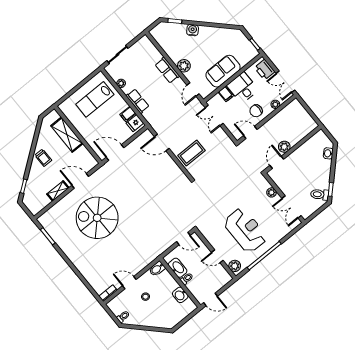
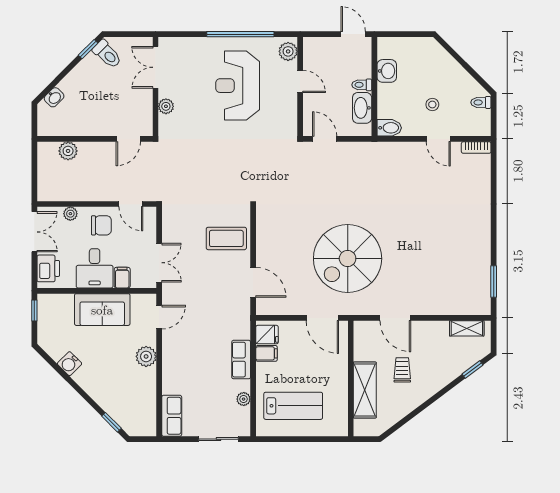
water cooler: (193, 30) -> (70, 364), moved
row of seats: (167, 70) -> (172, 416), moved
plant: (284, 147) -> (68, 151), moved
trolley: (43, 158) -> (402, 370), moved
shelving: (58, 191) -> (467, 328), moved
double door: (292, 207) -> (156, 67), swing flipped
spiral stairs: (97, 218) -> (348, 259), moved, turned 90

